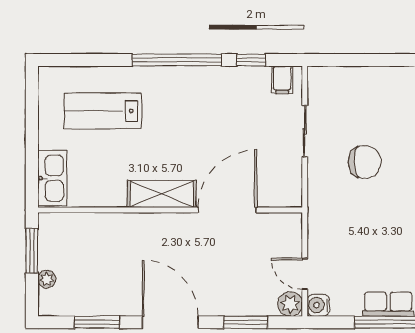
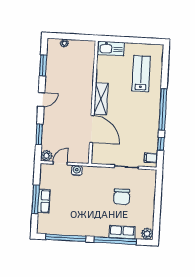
chair: (365, 162) -> (122, 197), moved
window: (32, 251) -> (78, 37), removed
water cooler: (318, 305) -> (77, 170), moved
door: (170, 322) -> (41, 99), width x0.53

